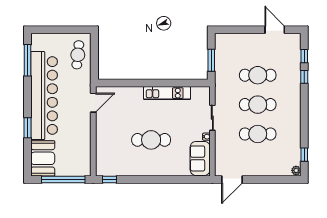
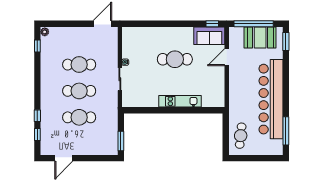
door: (275, 30) -> (64, 158), hinge flipped
window: (211, 60) -> (121, 141), moved
kitchen unit: (167, 93) -> (180, 101), moved
door: (93, 103) -> (227, 57), moved
window: (27, 128) -> (286, 42), moved
booth: (43, 158) -> (260, 37), moved, turned 90
sofa: (200, 158) -> (209, 36), moved, turned 90

